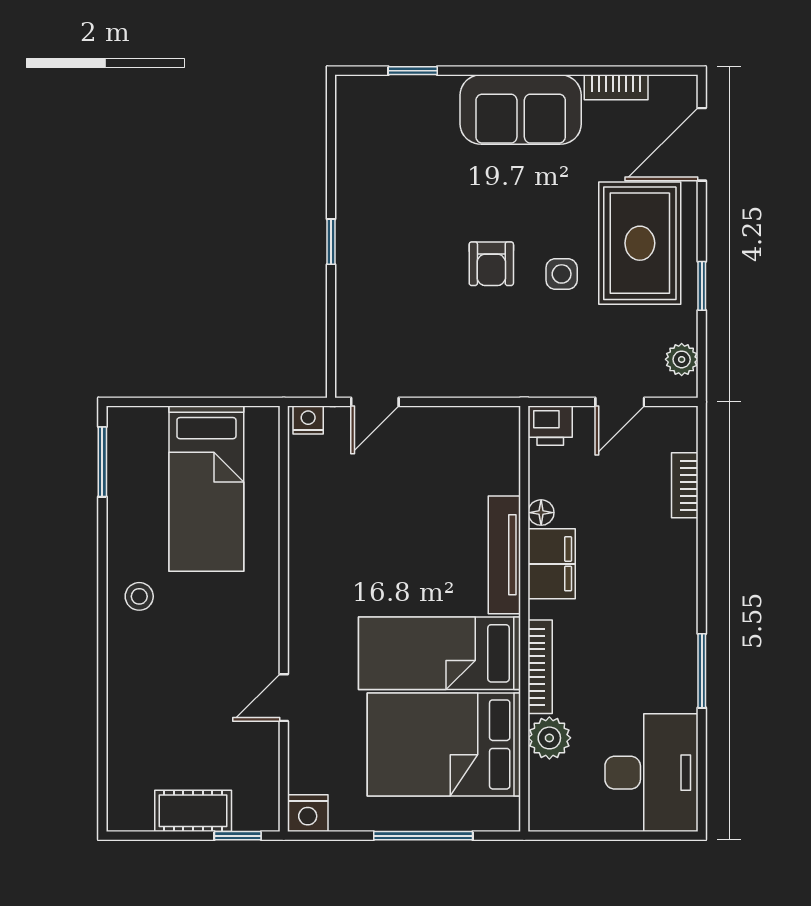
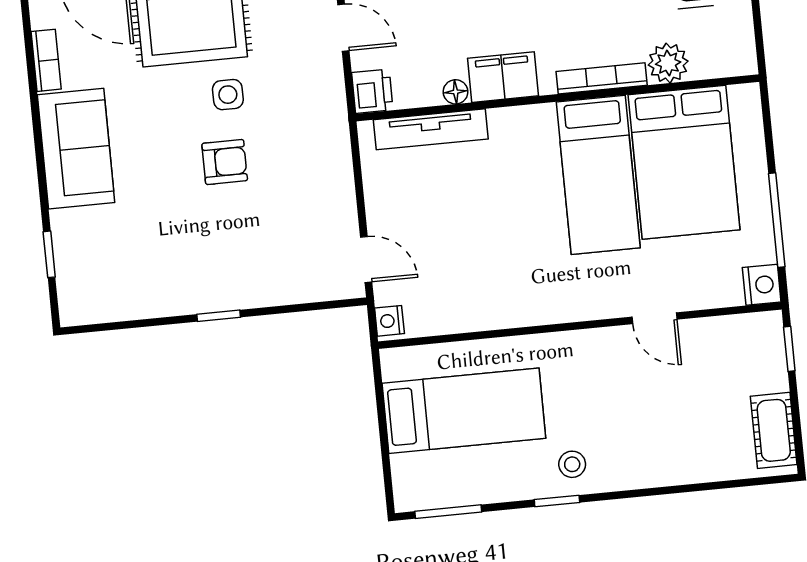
tv unit: (504, 555) -> (431, 129), moved
window: (102, 577) -> (557, 501), added
cot: (193, 811) -> (774, 430), moved
window: (423, 836) -> (777, 220), moved

